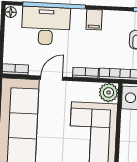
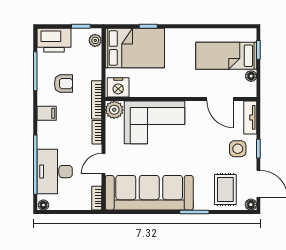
filing cabinet: (94, 20) -> (47, 113), moved
door: (52, 78) -> (103, 164), hinge flipped

